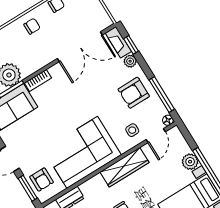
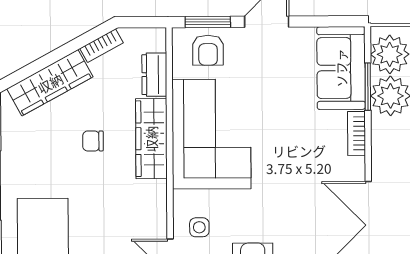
wardrobe: (125, 167) -> (151, 139), moved
armchair: (42, 180) -> (208, 50), turned -90

